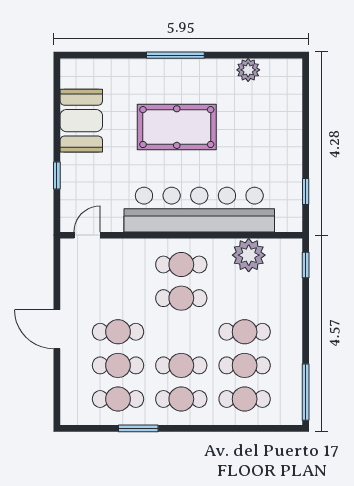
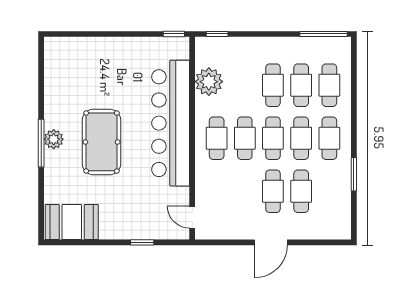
plant: (248, 70) -> (54, 139), moved
booth: (81, 121) -> (72, 222), moved
window: (306, 191) -> (174, 34), moved
cafe table: (118, 399) -> (273, 138), moved

